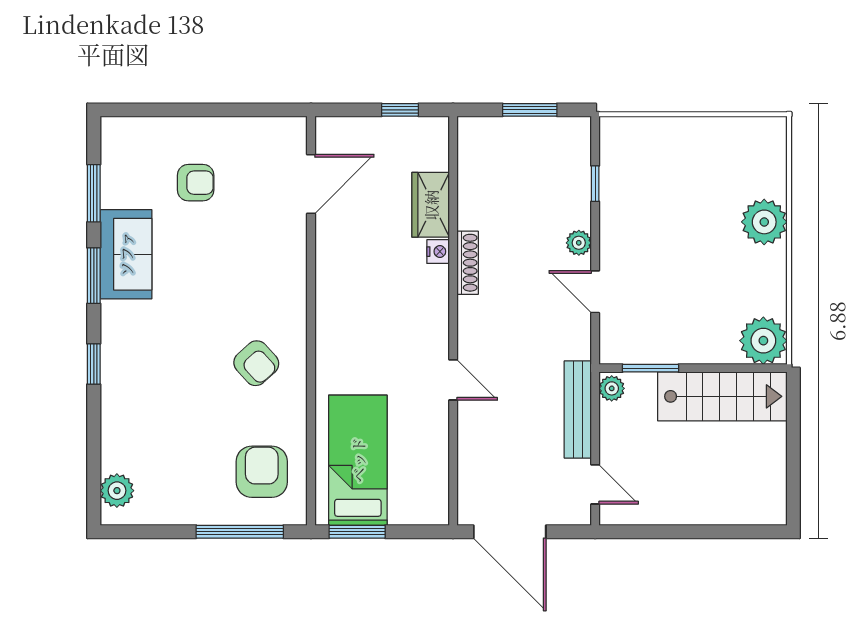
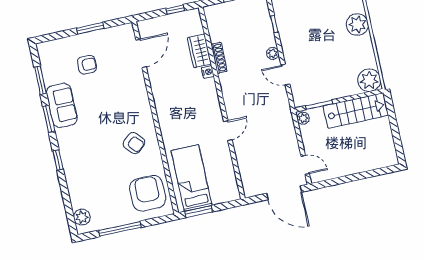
window: (219, 110) -> (90, 28), added
shoe rack: (468, 263) -> (219, 58), moved
door: (453, 380) -> (228, 131), hinge flipped
bench: (578, 409) -> (289, 132), removed
armchair: (262, 472) -> (148, 193), width x1.36, depth x1.36
window: (240, 532) -> (120, 229), moved
door: (510, 532) -> (284, 193), moved

